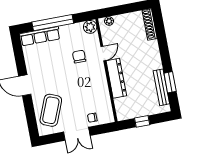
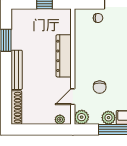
plant: (66, 31) -> (108, 118), added
door: (103, 54) -> (73, 97), moved
bench: (161, 87) -> (17, 70), moved

